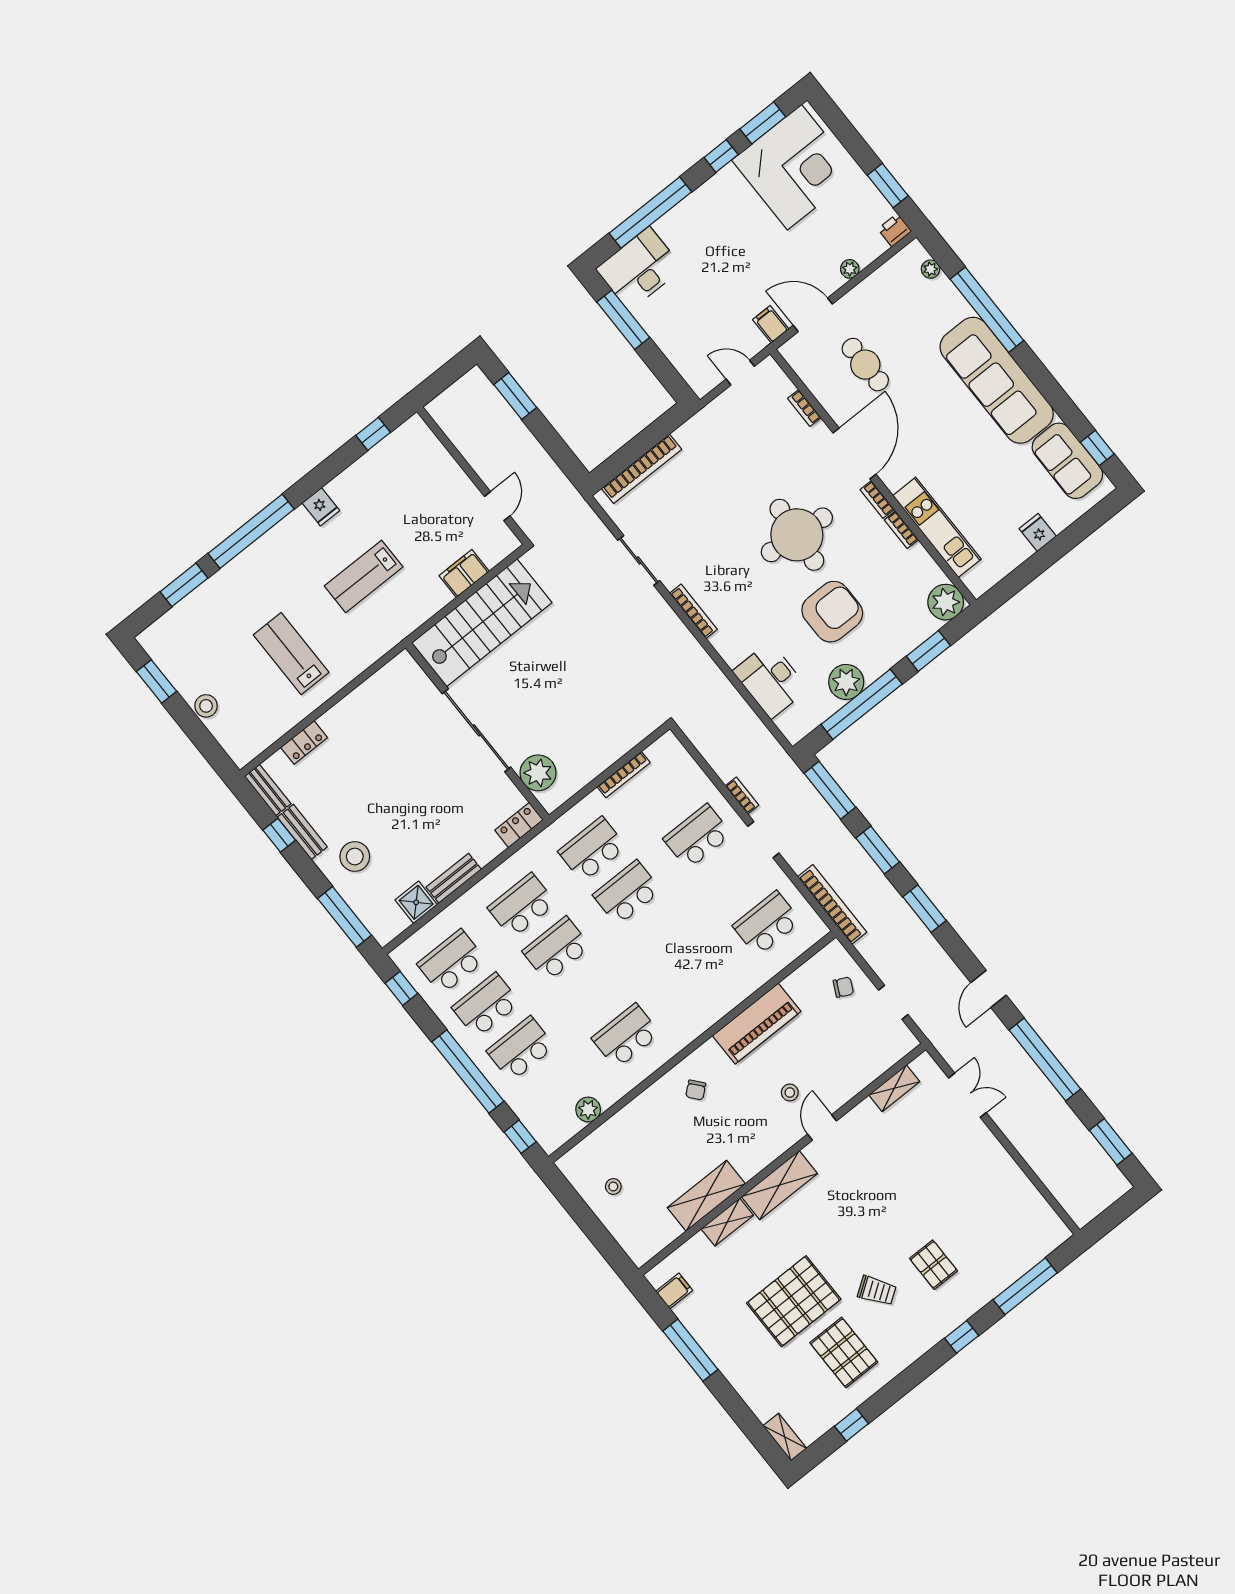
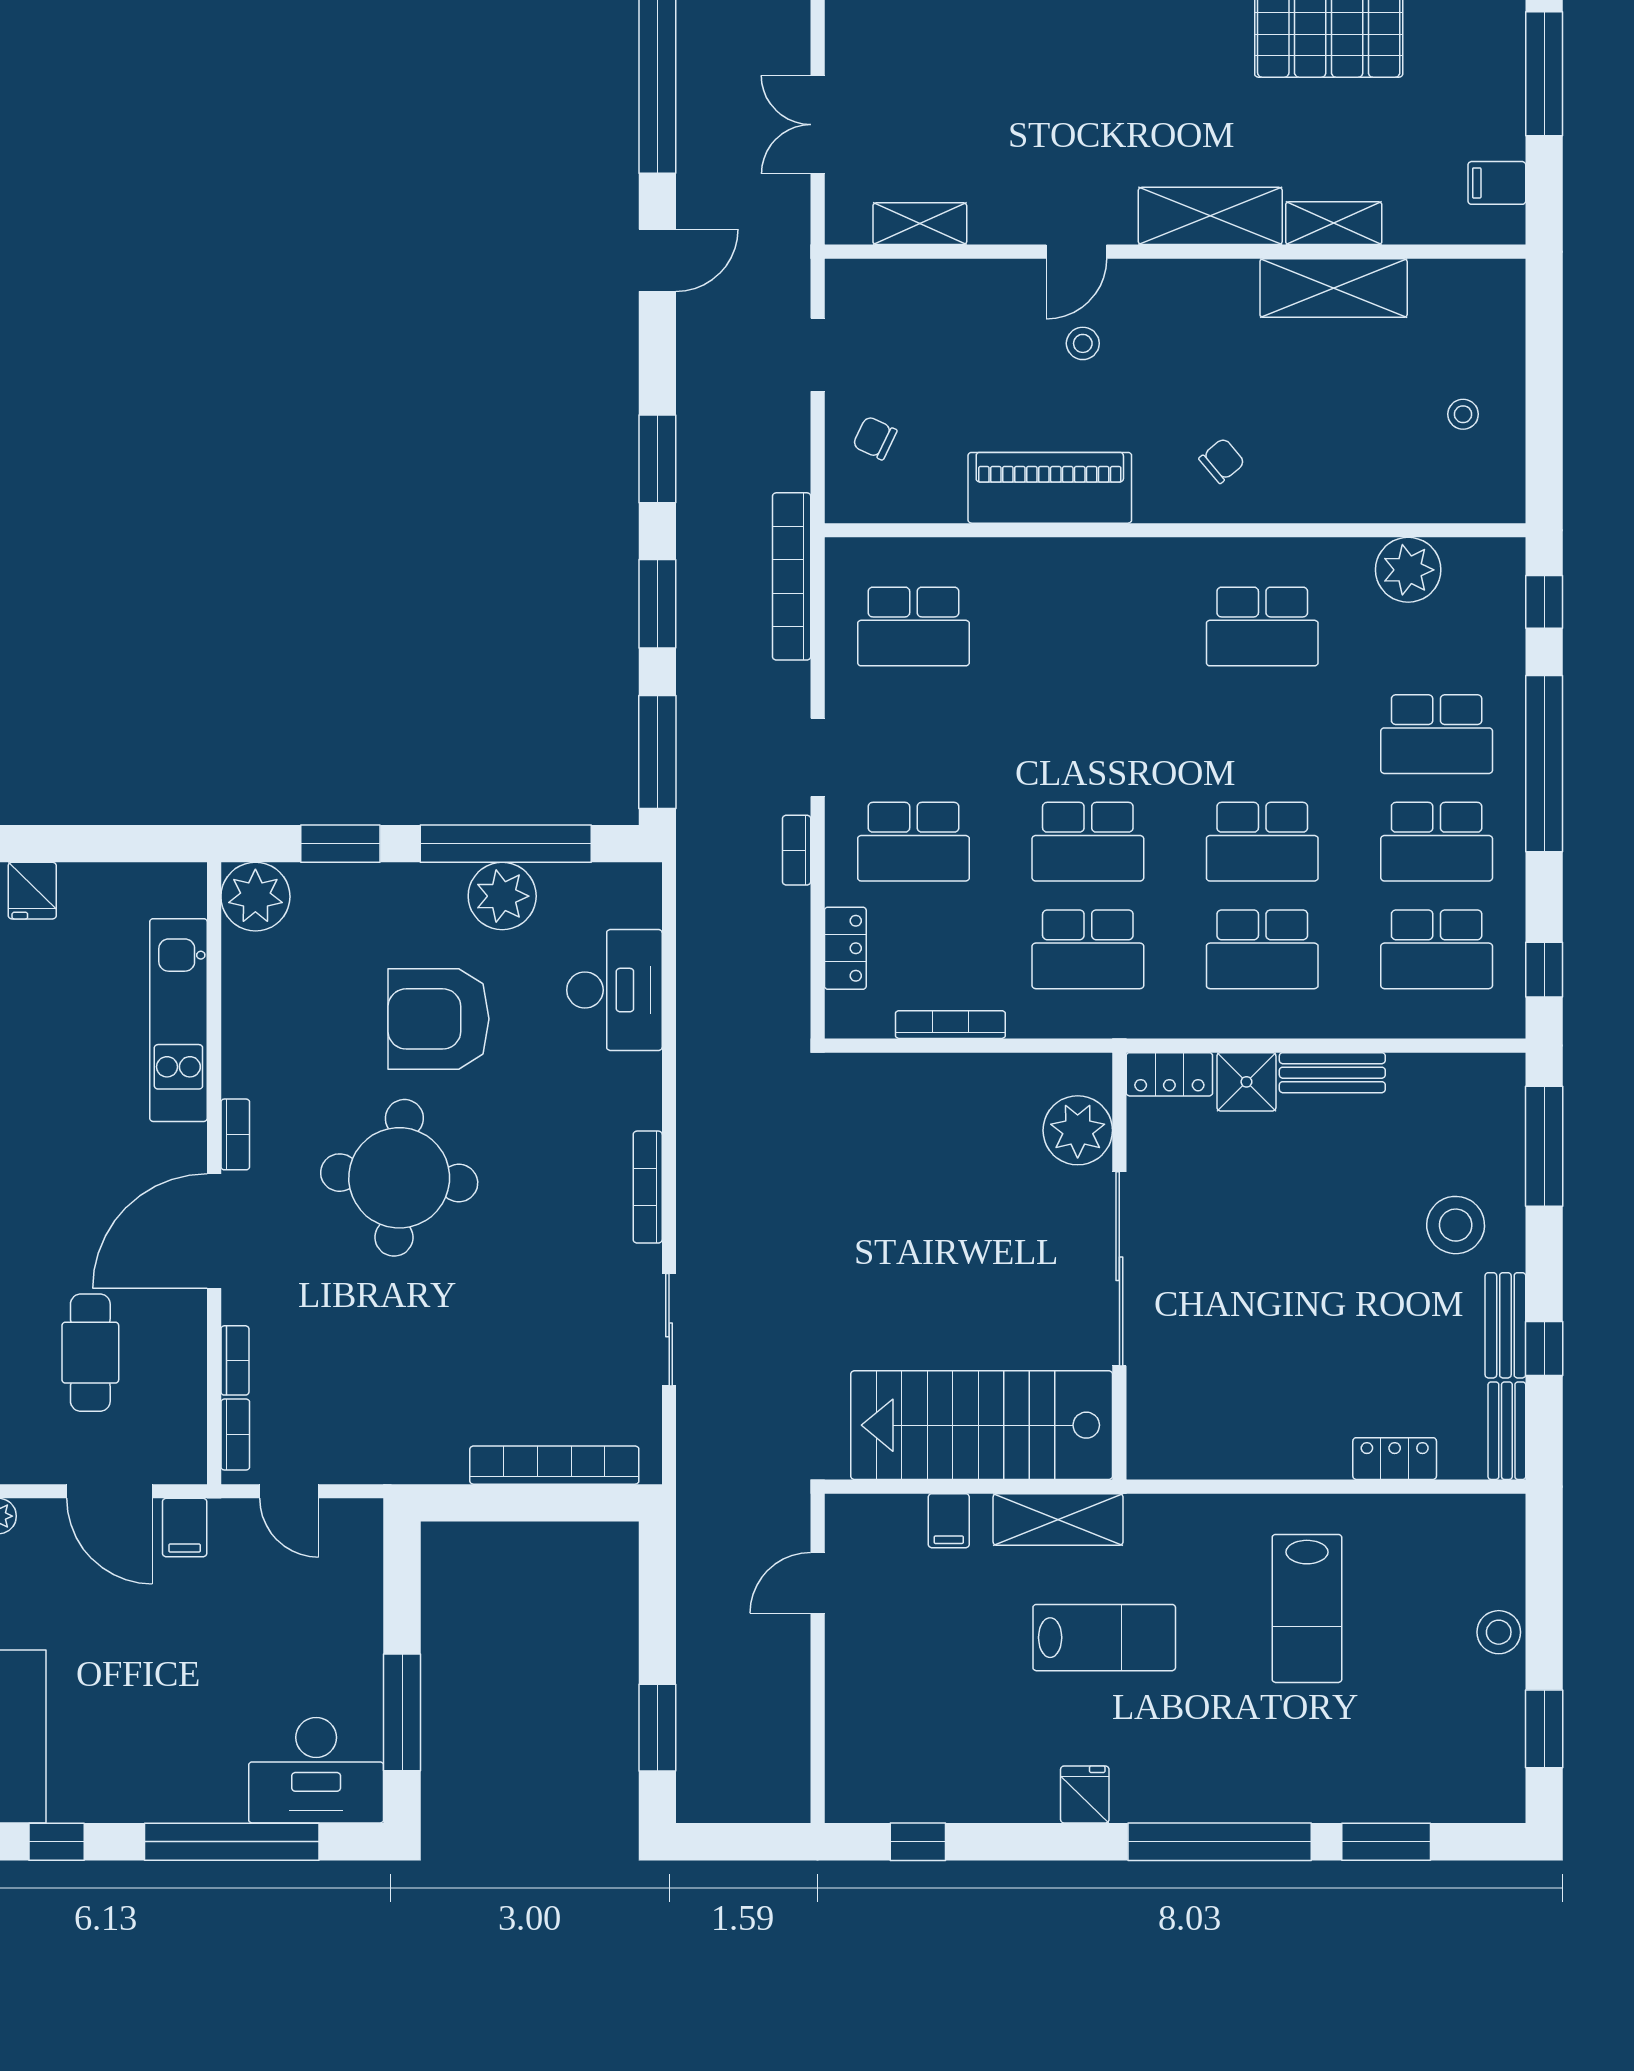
bookcase: (901, 530) -> (235, 1435), moved
filing cabinet: (464, 574) -> (949, 1521), width x0.50
shelving: (420, 609) -> (1058, 1519), added
locker: (691, 772) -> (845, 948), added
shower: (416, 902) -> (1246, 1082), moved
plant: (588, 1109) -> (1408, 570), width x1.36, depth x1.36

